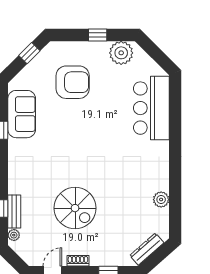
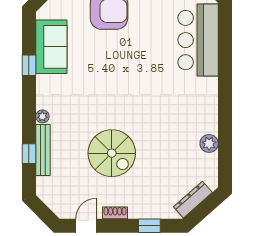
bench: (14, 211) -> (43, 150), width x1.36
plant: (14, 235) -> (42, 116), moved

